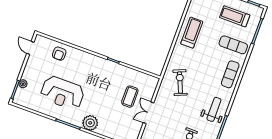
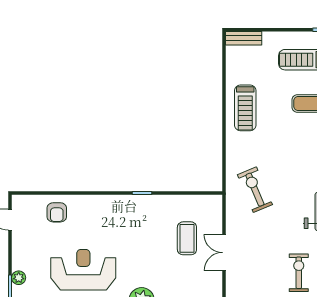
treadmill: (192, 33) -> (245, 108), turned 180
reception desk: (62, 93) -> (83, 270), turned 180

